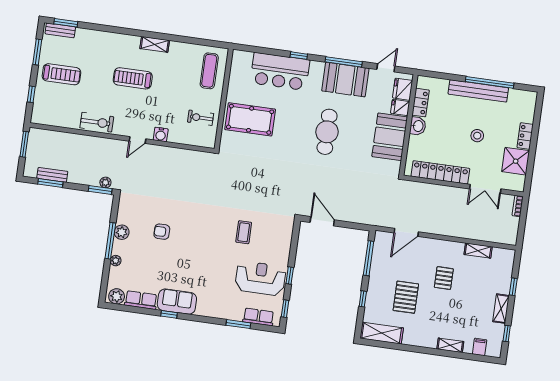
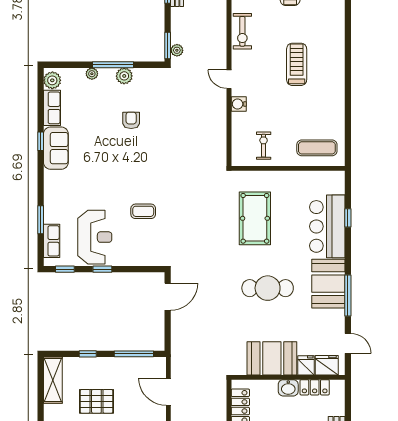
shelving: (155, 44) -> (338, 83), removed
window: (299, 56) -> (348, 218), moved
booth: (345, 80) -> (328, 284), moved
pool table: (250, 119) -> (255, 218), moved

